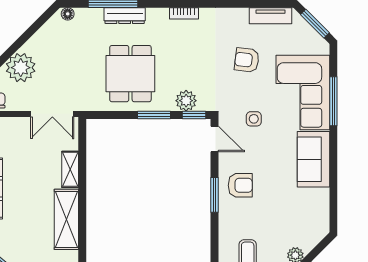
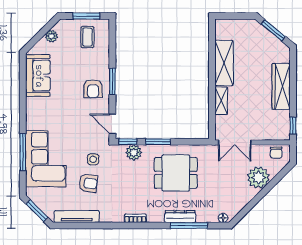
tv unit: (271, 16) -> (77, 217), width x1.41
dining table: (130, 74) -> (176, 173), turned 90
double door: (52, 114) -> (235, 142), swing flipped
side table: (254, 119) -> (93, 159), moved
sofa: (313, 159) -> (38, 76), moved
armchair: (240, 185) -> (93, 89), turned -90

